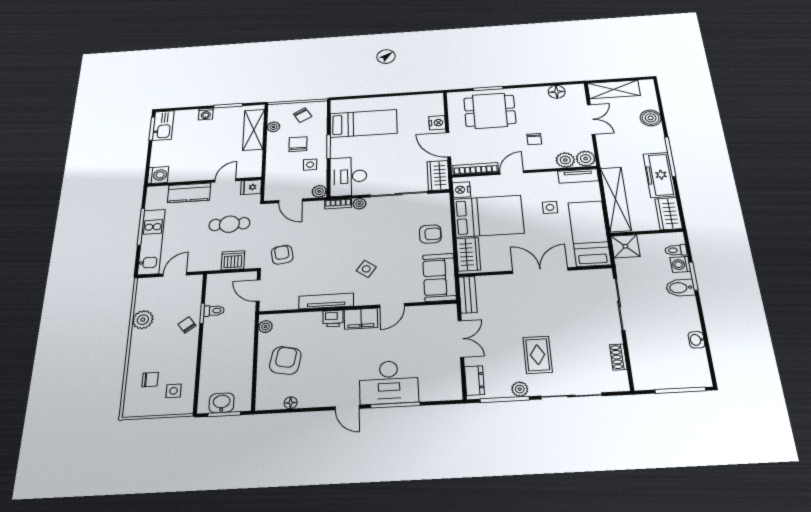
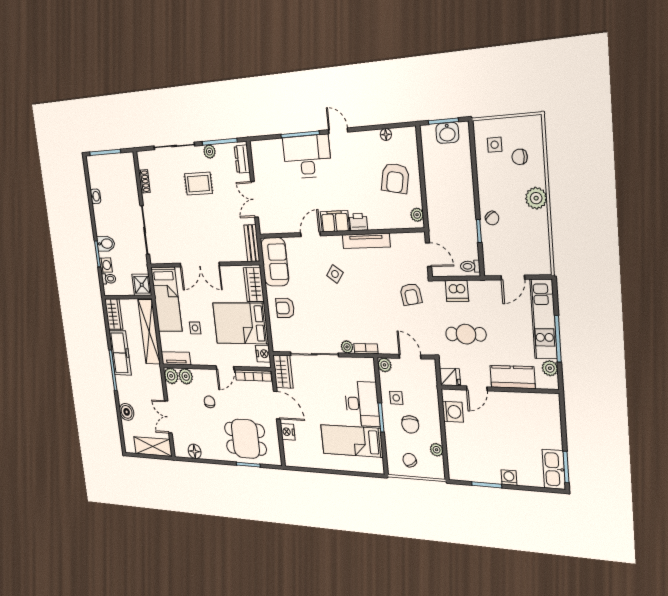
shelving: (254, 130) -> (456, 449), removed
washing machine: (158, 175) -> (453, 412), moved, turned 180
desk: (348, 176) -> (362, 404), moved
plant: (153, 203) -> (550, 368), added
toilet: (214, 311) -> (470, 266), moved
plant: (143, 320) -> (536, 198), moved
rug: (538, 355) -> (198, 184), turned 90

